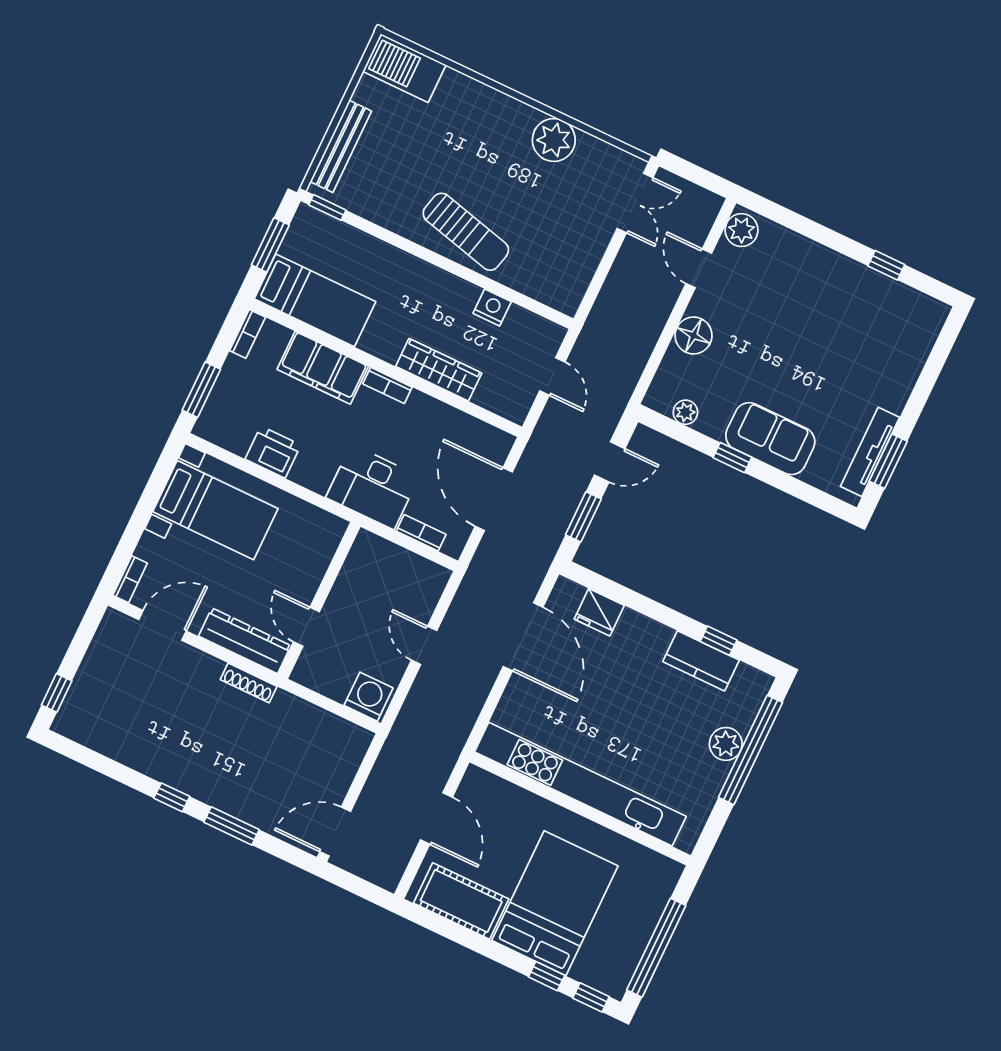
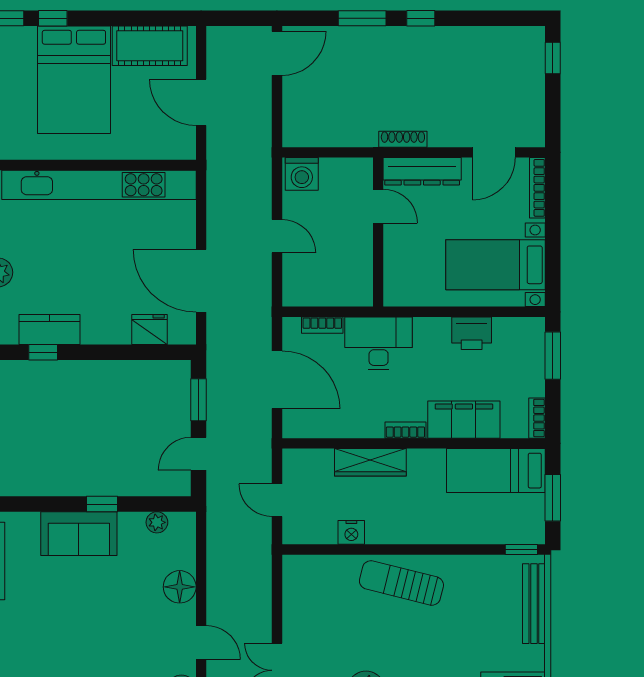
bookcase: (130, 579) -> (537, 188), width x1.56

